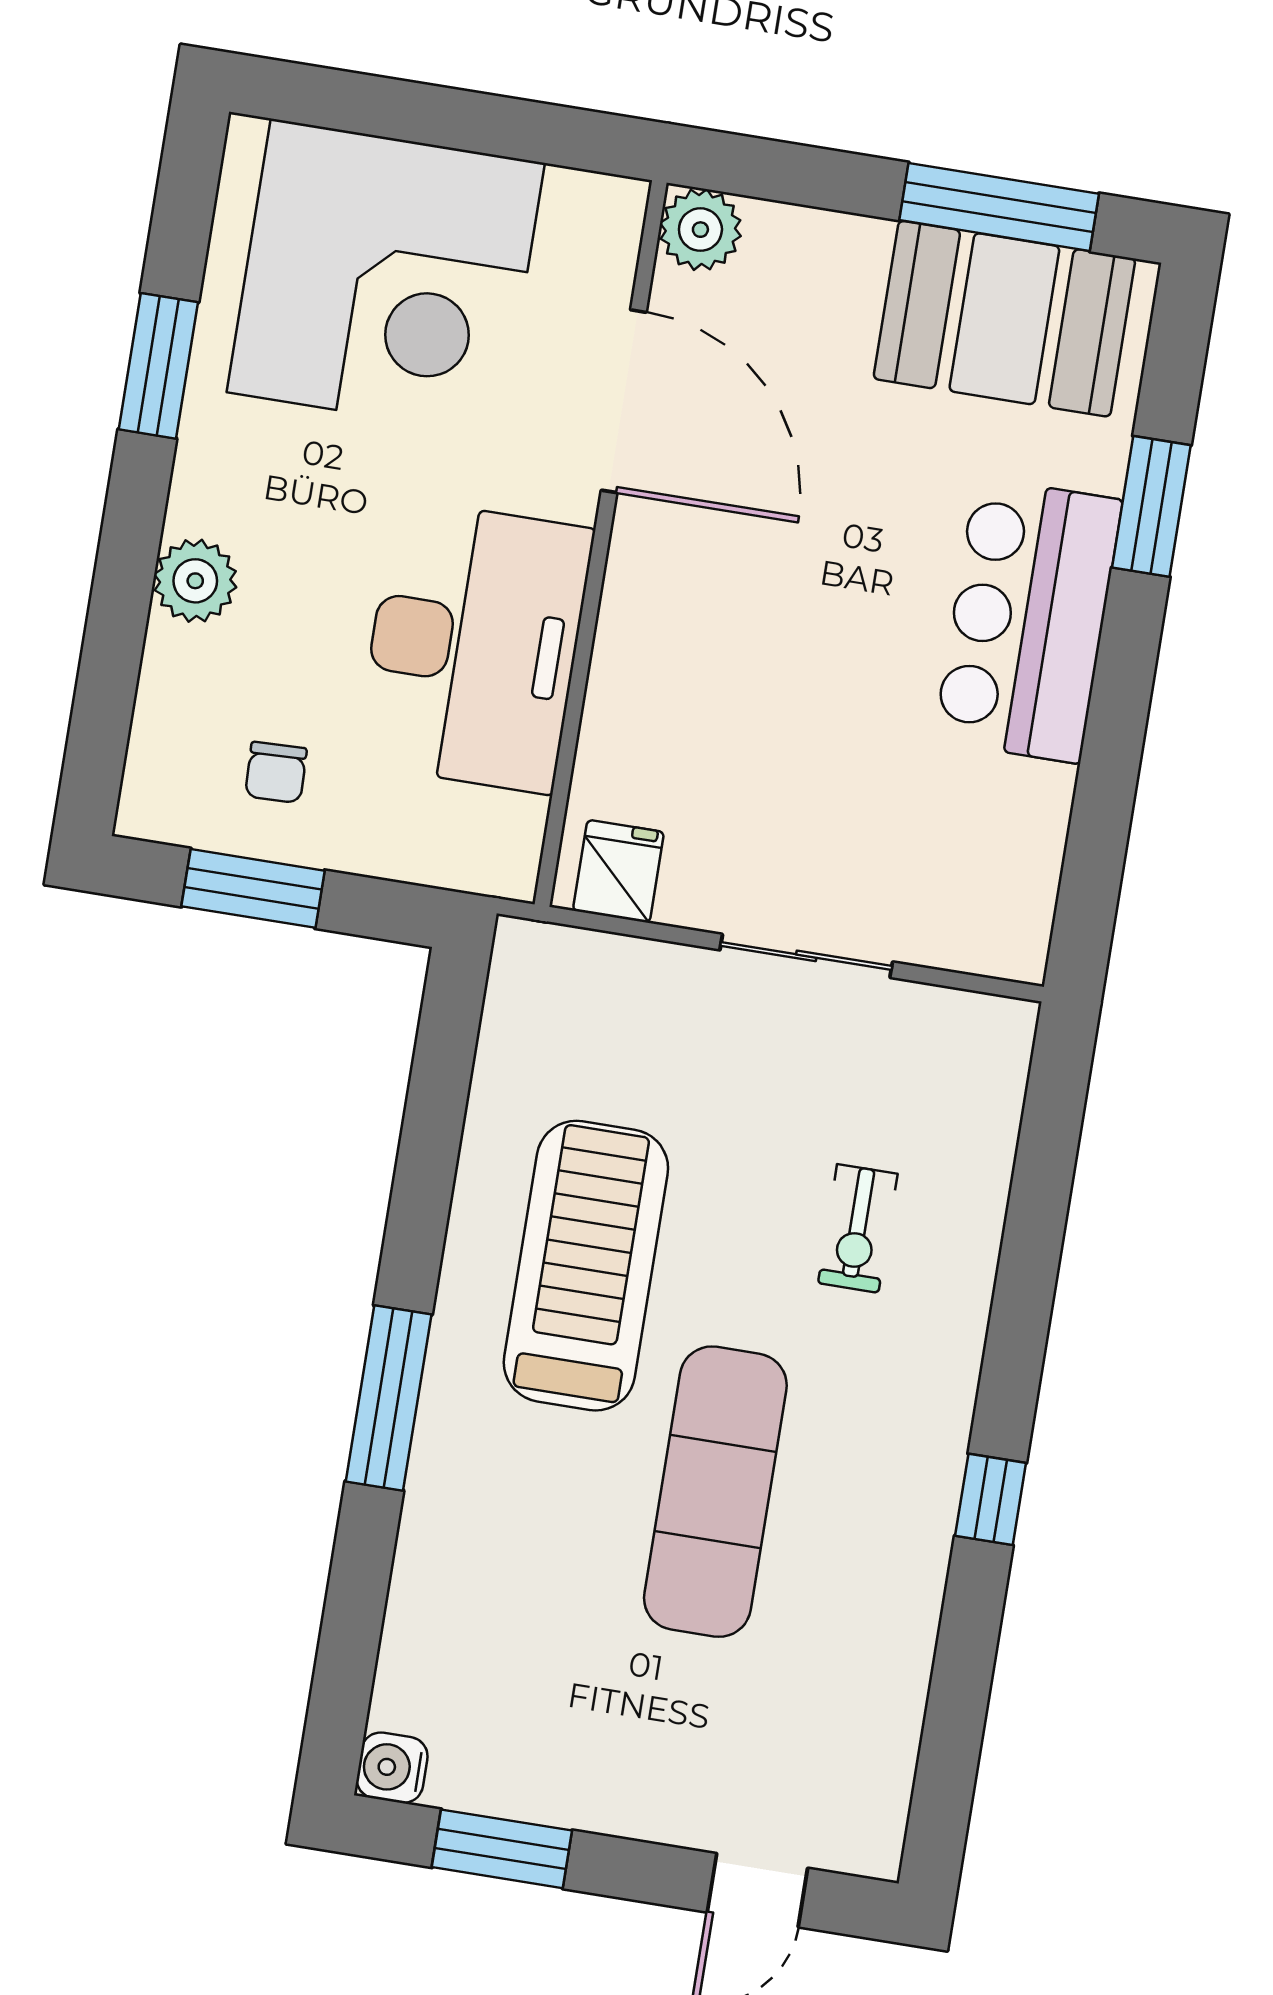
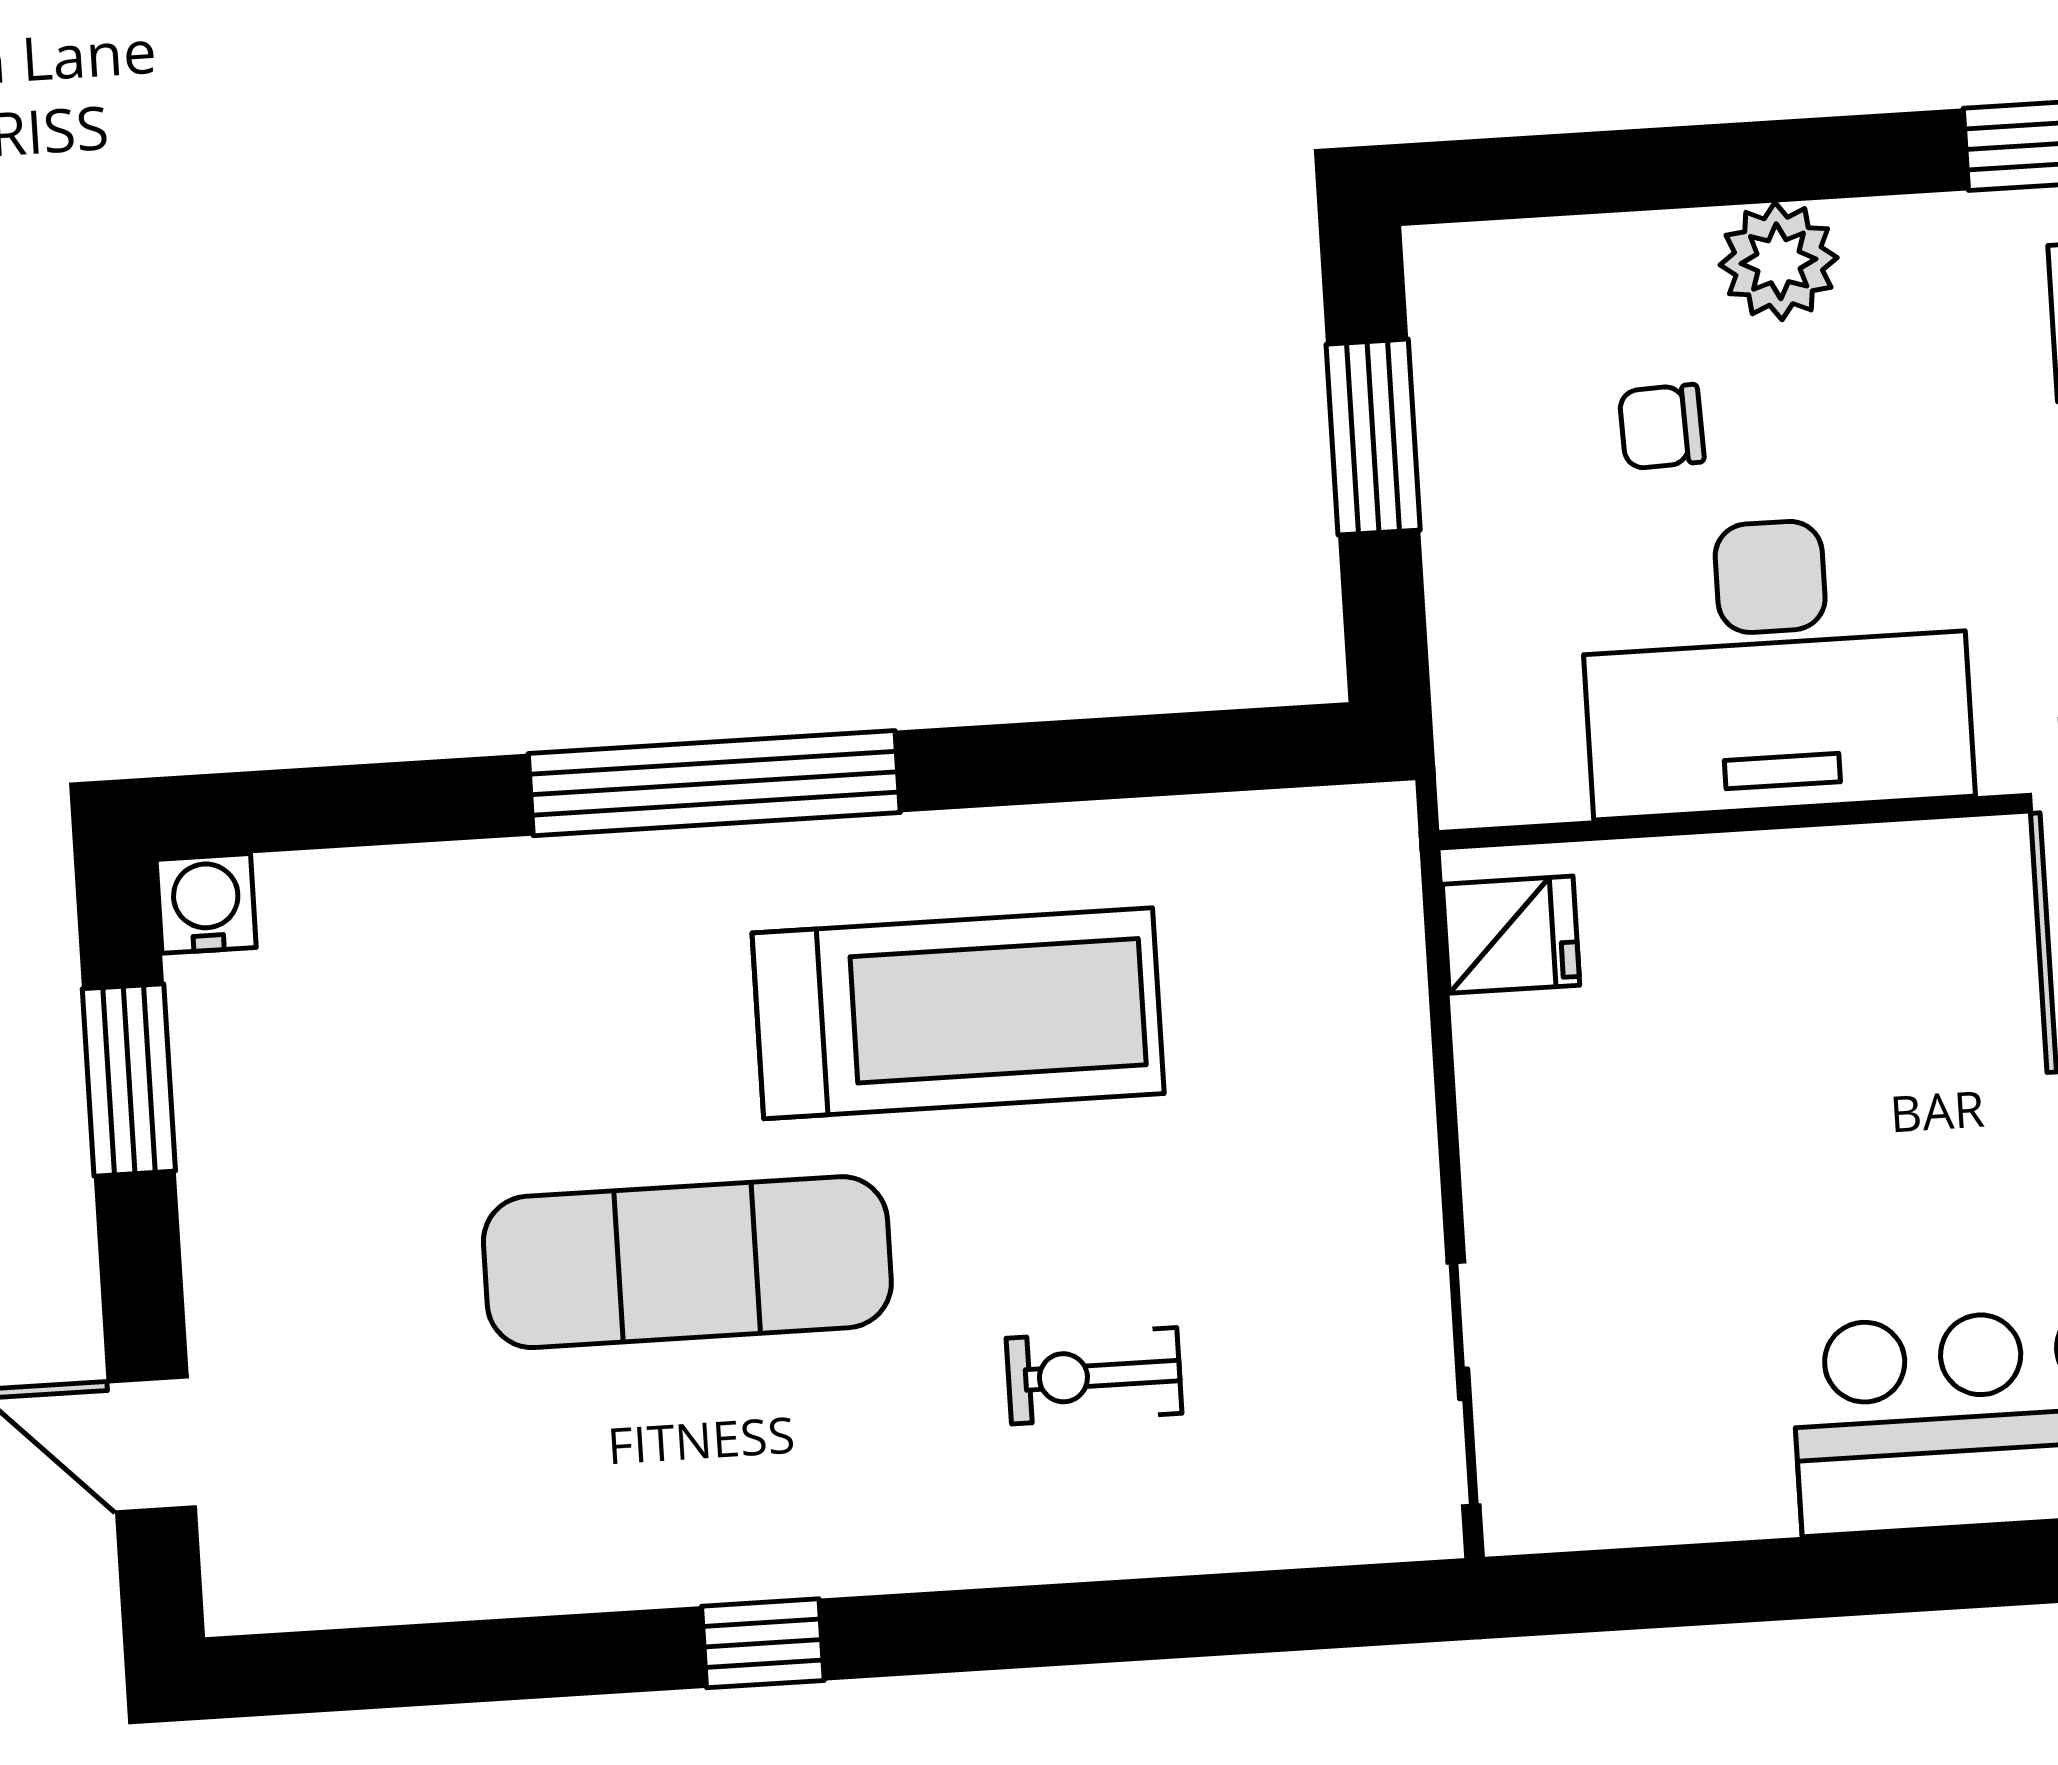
chair: (276, 772) -> (1662, 427), moved
sliding door: (806, 956) -> (1464, 1384), moved
window: (389, 1398) -> (714, 783), width x1.46

